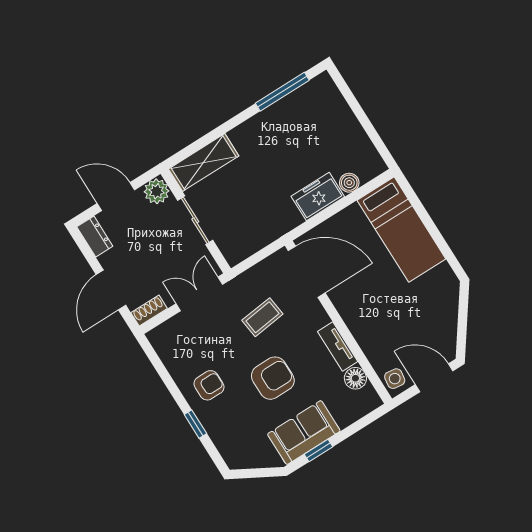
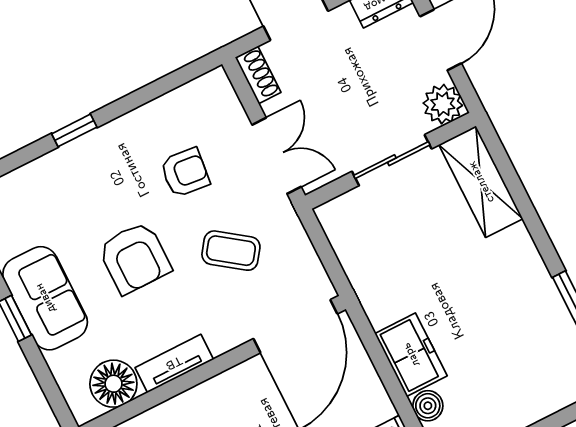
coffee table: (262, 317) -> (231, 251), turned -47
floor lamp: (355, 378) -> (113, 384), width x1.38, depth x1.38
armchair: (209, 385) -> (185, 173), moved, turned -84

